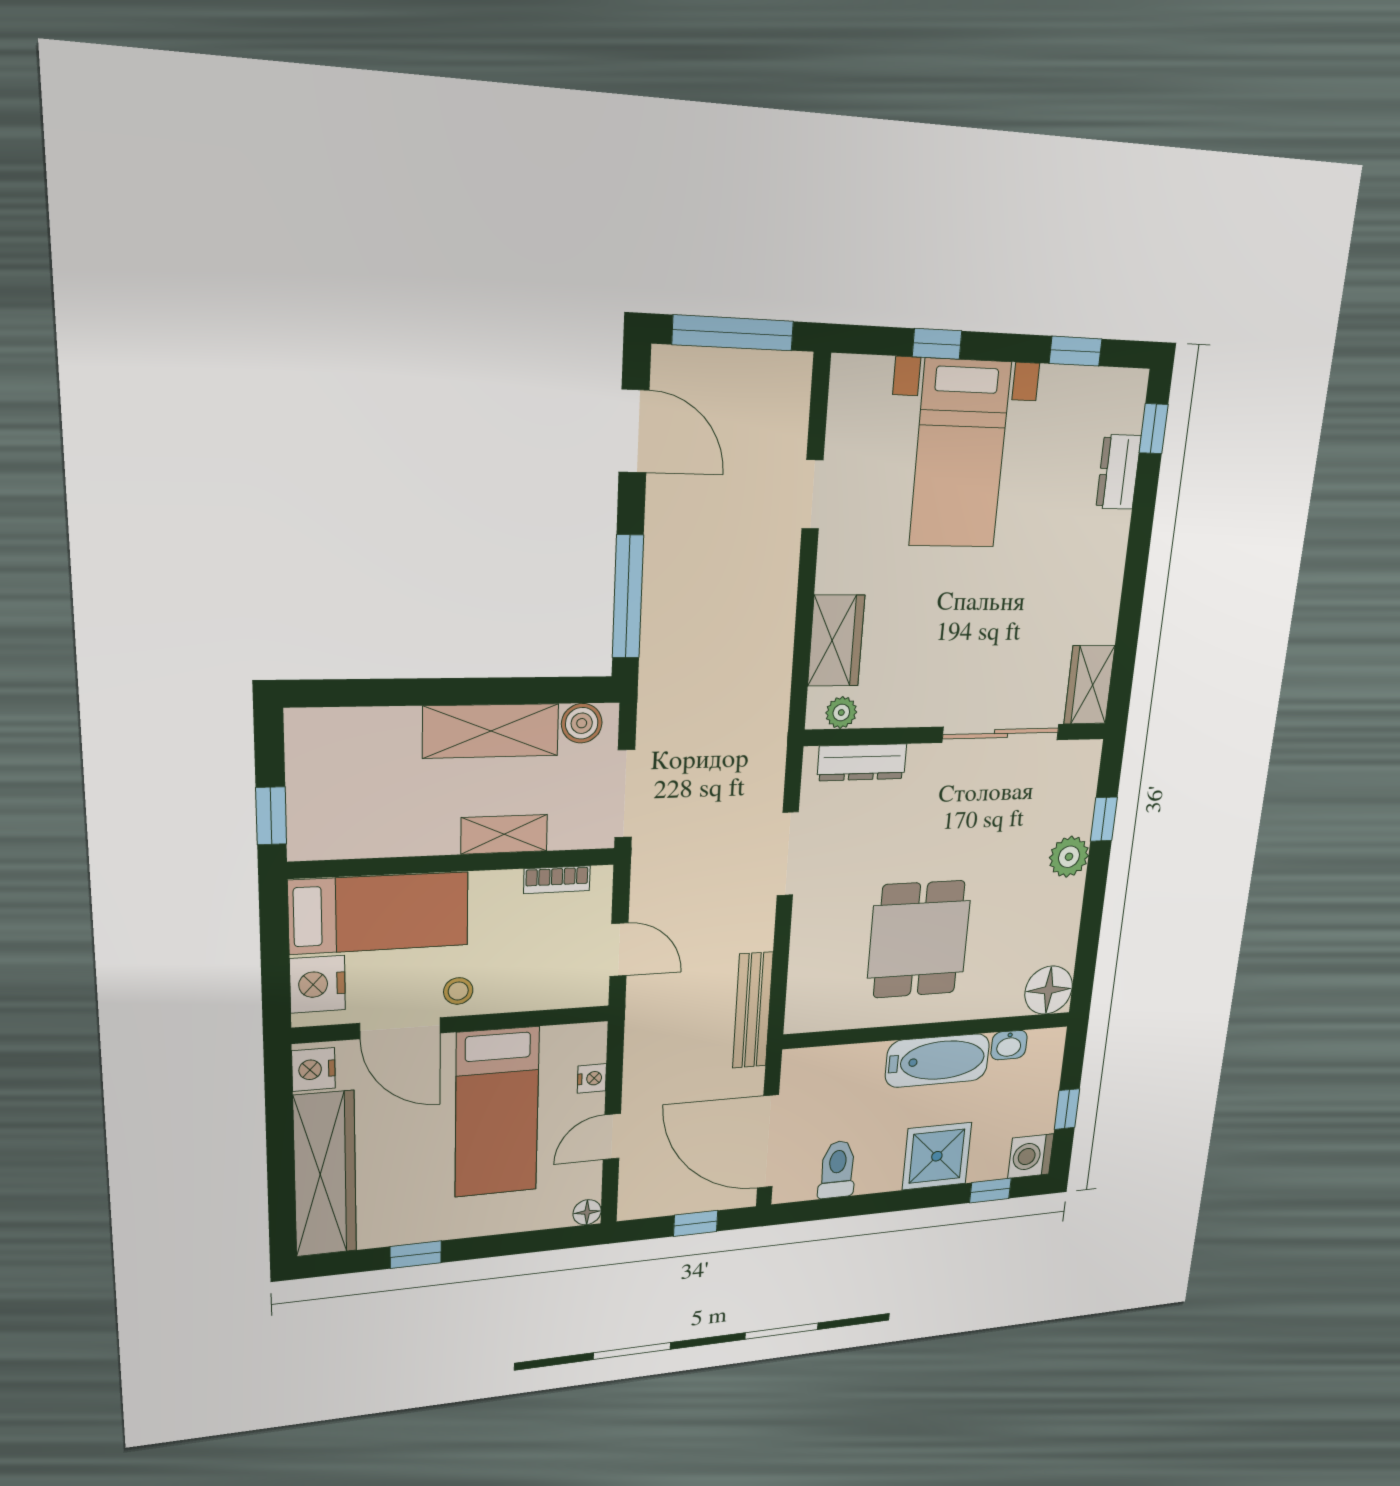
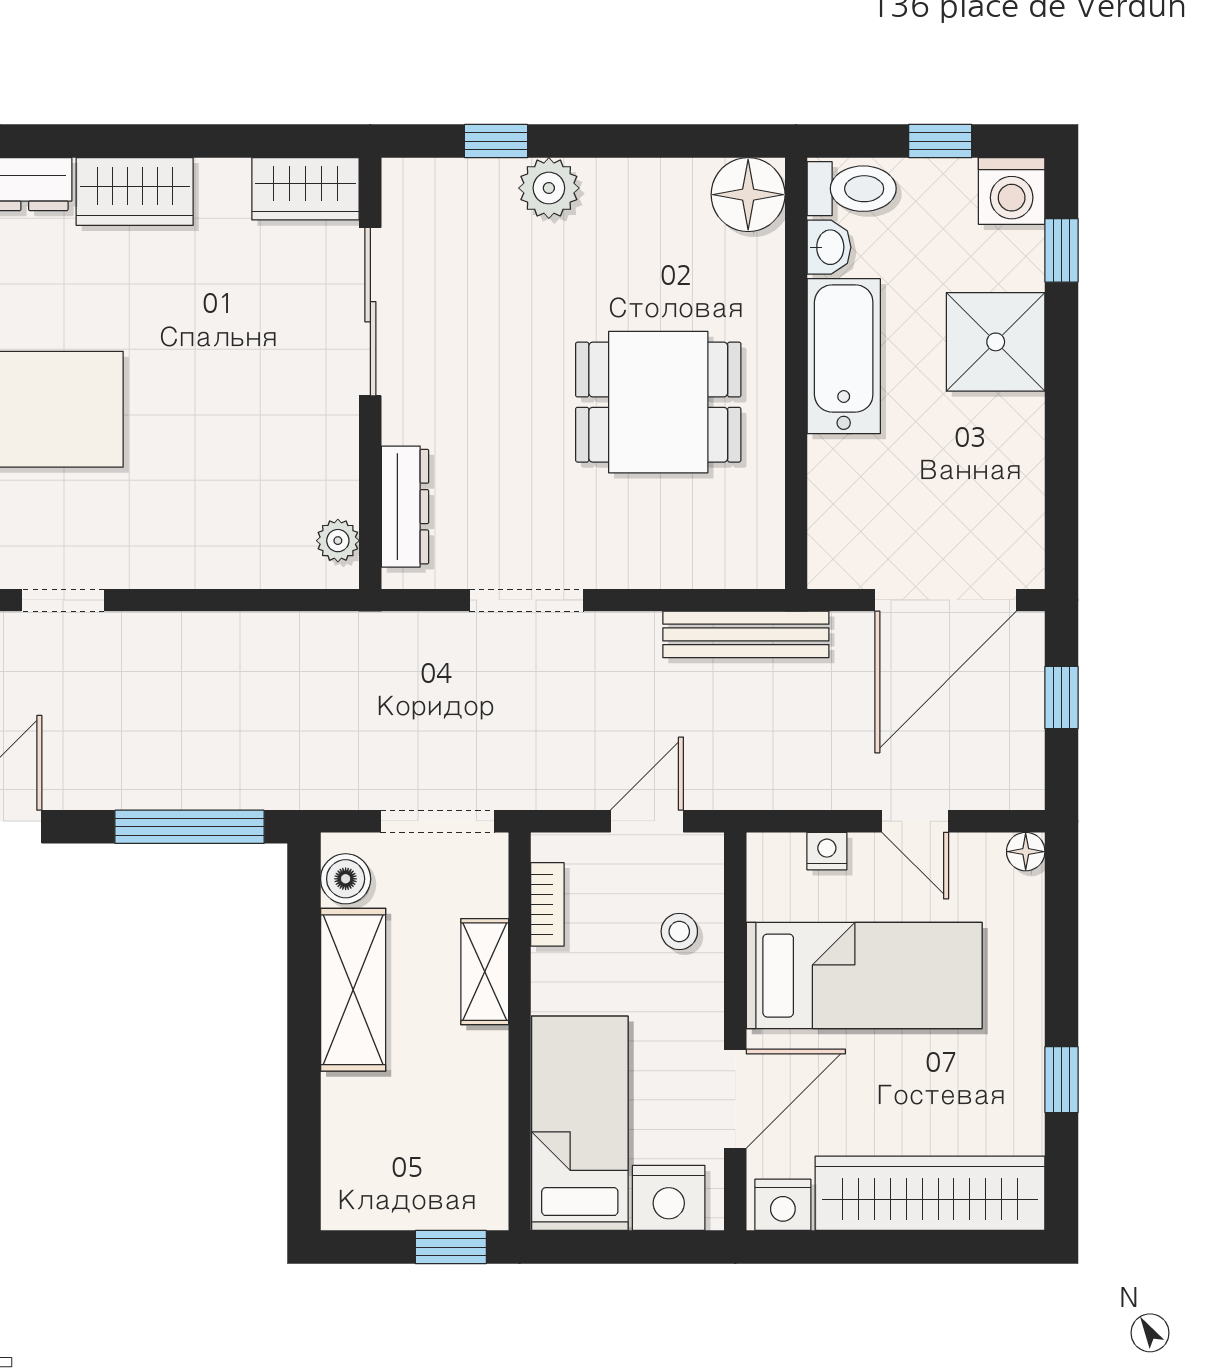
wardrobe: (836, 641) -> (135, 192), moved, turned 180
stool: (458, 991) -> (679, 931), moved
toilet: (837, 1170) -> (852, 189), moved, turned 180

